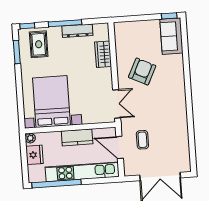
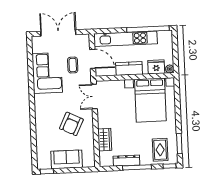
sofa: (171, 36) -> (67, 159), moved, turned -90
corner sofa: (172, 130) -> (47, 73), added
fridge: (34, 155) -> (156, 67), moved, turned 90

